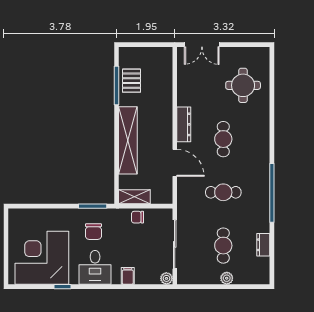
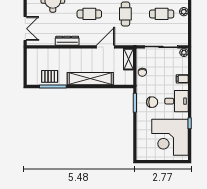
dresser: (184, 124) -> (67, 41), moved
shelving: (134, 197) -> (128, 59), moved

